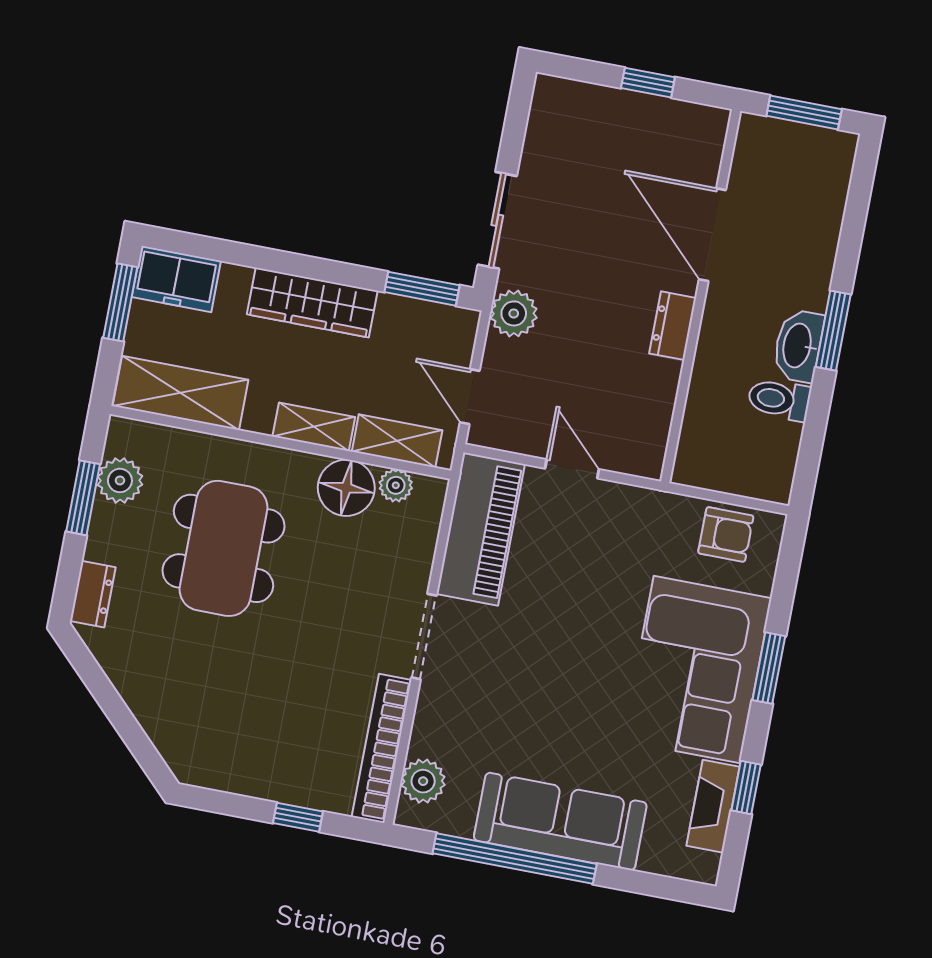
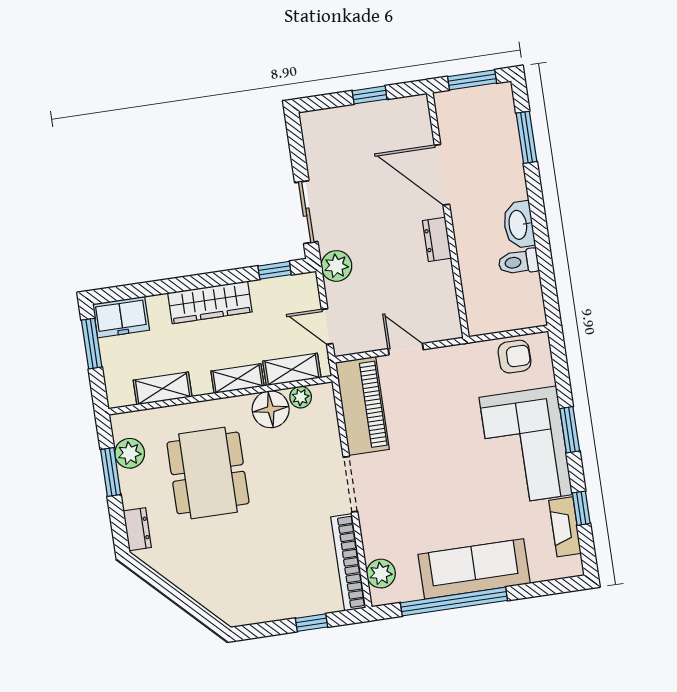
window: (422, 289) -> (275, 270), width x0.67
window: (833, 331) -> (526, 137), moved
shelving: (181, 393) -> (163, 388), width x0.67, depth x0.75

